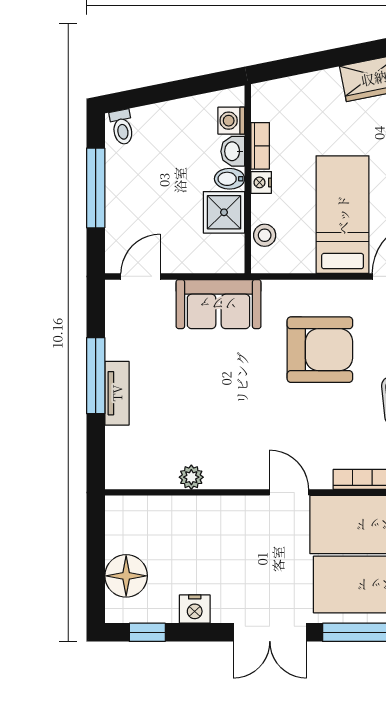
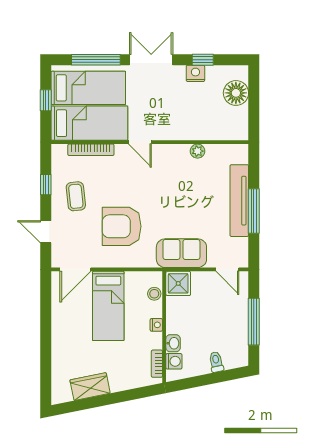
toilet: (122, 127) -> (216, 362), moved
bookcase: (260, 146) -> (157, 364), moved
bidet: (230, 179) -> (175, 327), removed
shower: (224, 212) -> (178, 283), moved
door: (141, 276) -> (227, 269), hinge flipped
tv unit: (117, 393) -> (239, 201), width x1.92, depth x1.29
window: (147, 632) -> (203, 60), moved

